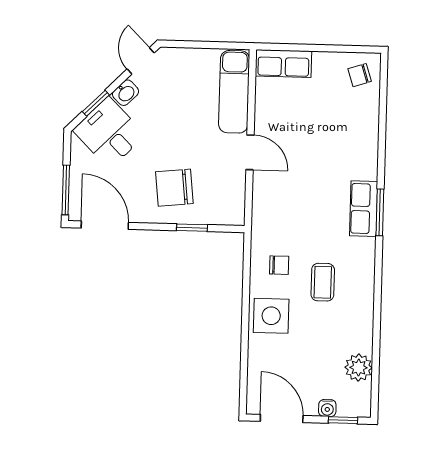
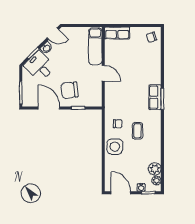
door: (141, 61) -> (53, 34), swing flipped
door: (105, 225) -> (49, 108), moved
plant: (362, 394) -> (156, 181), added

